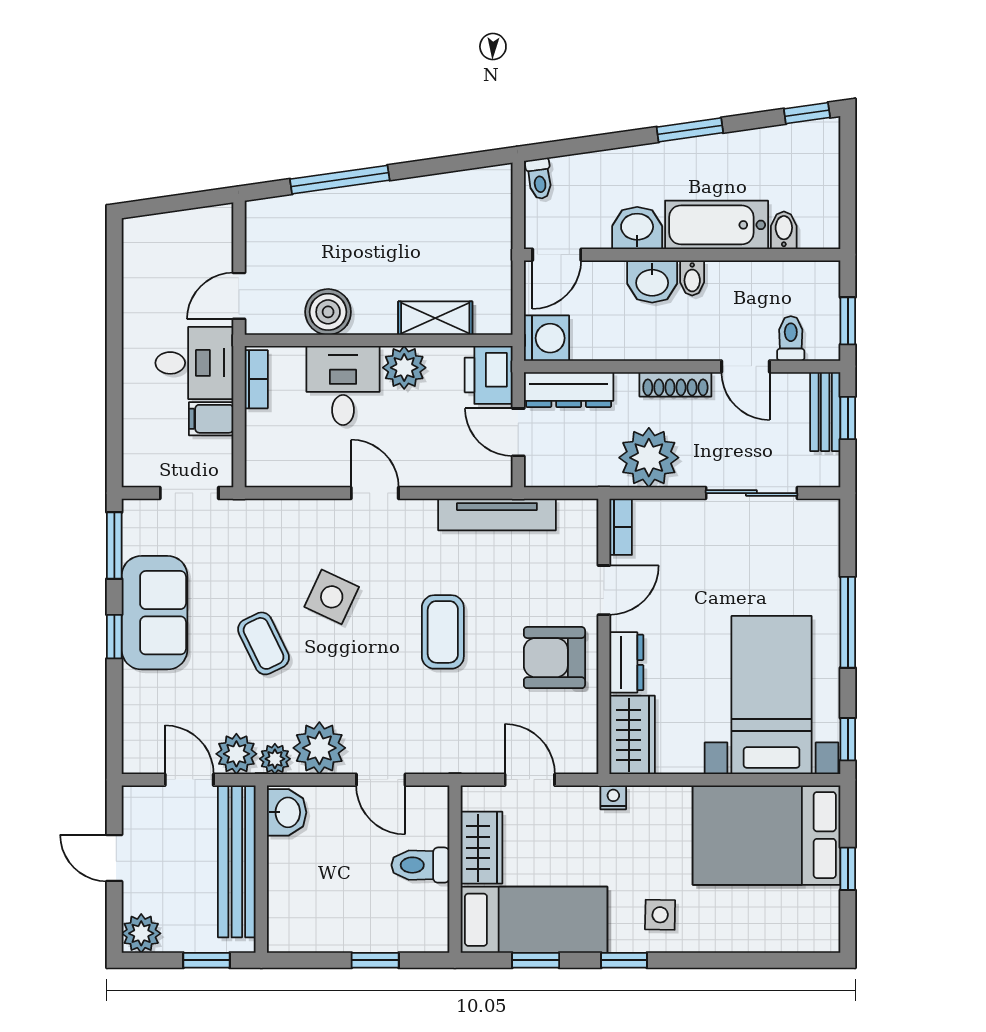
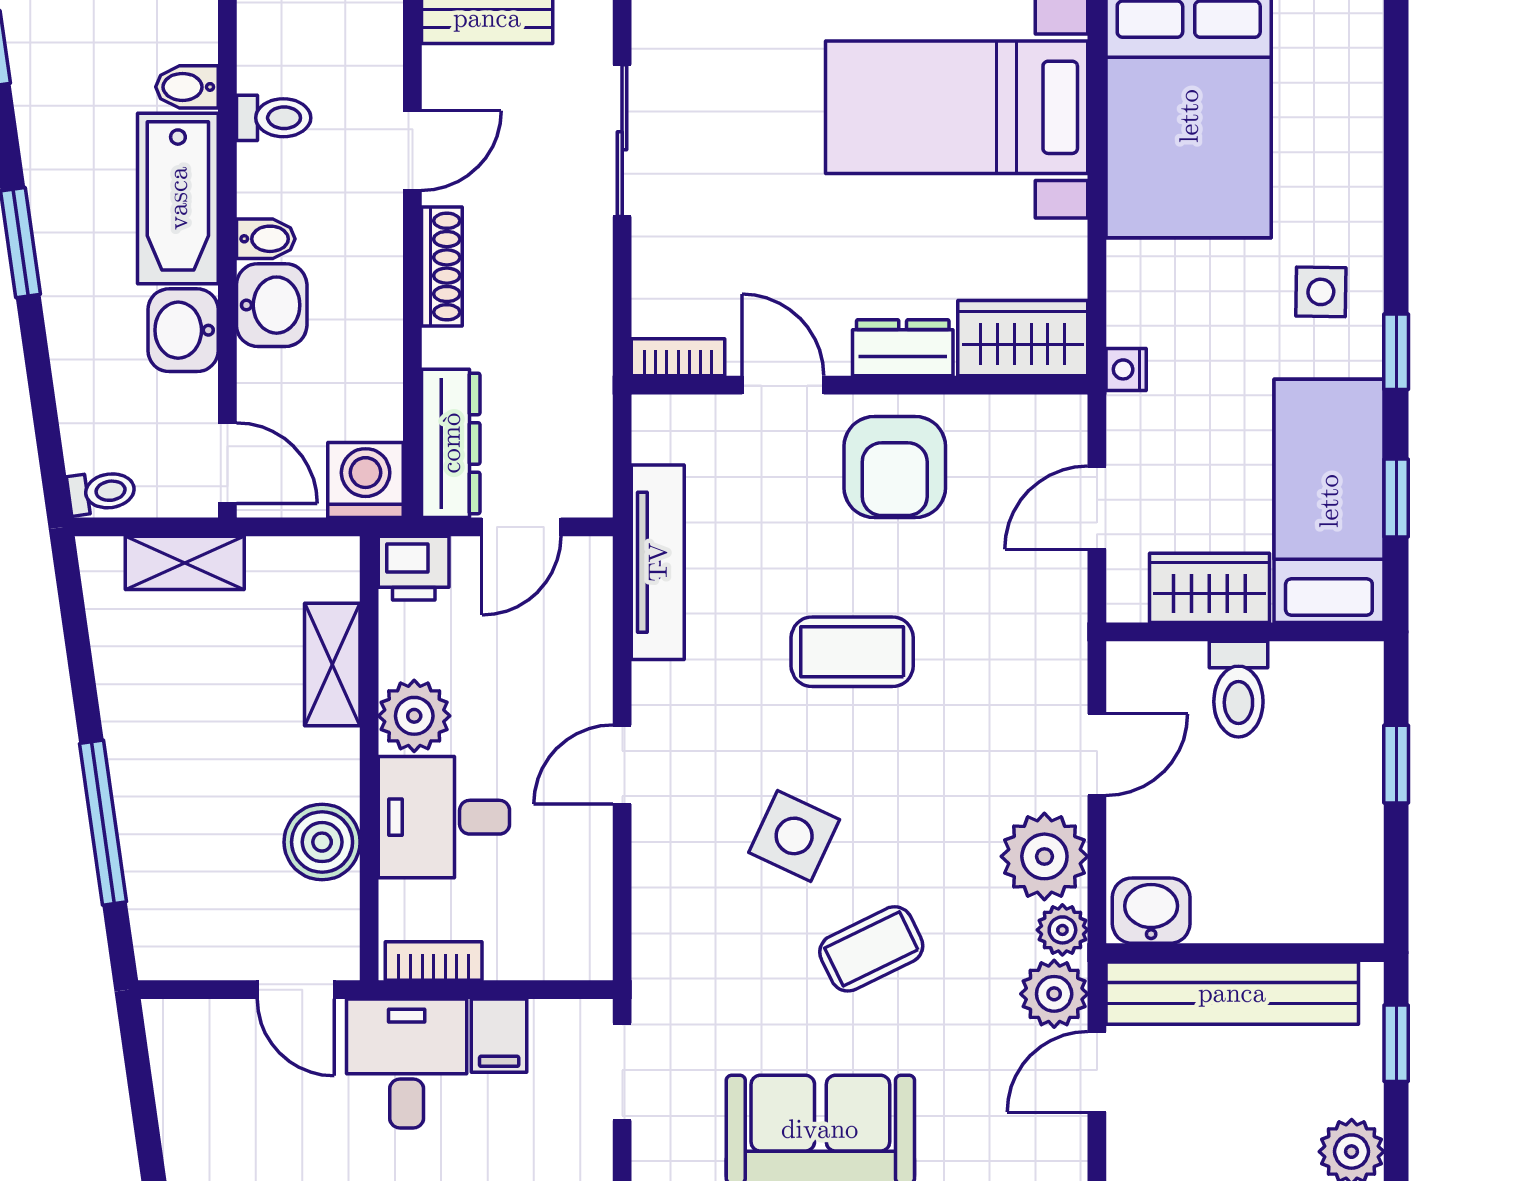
shelving: (497, 229) -> (185, 563), added
toilet: (791, 338) -> (274, 118), moved, turned 180
printer: (489, 375) -> (414, 568), width x0.73, depth x0.81
plant: (649, 458) -> (563, 311), removed

